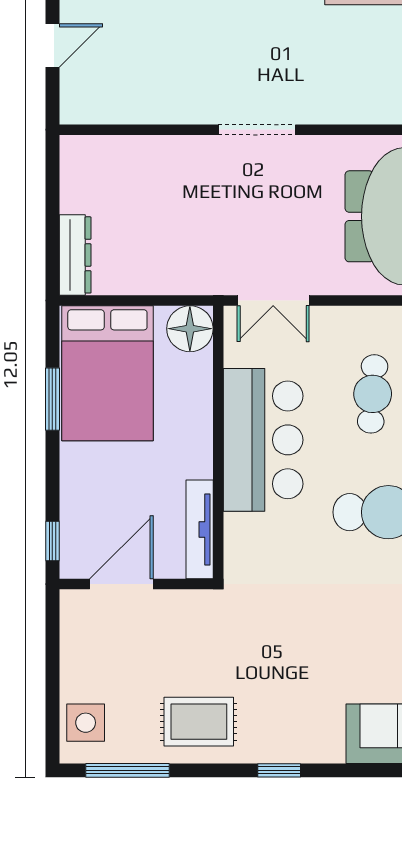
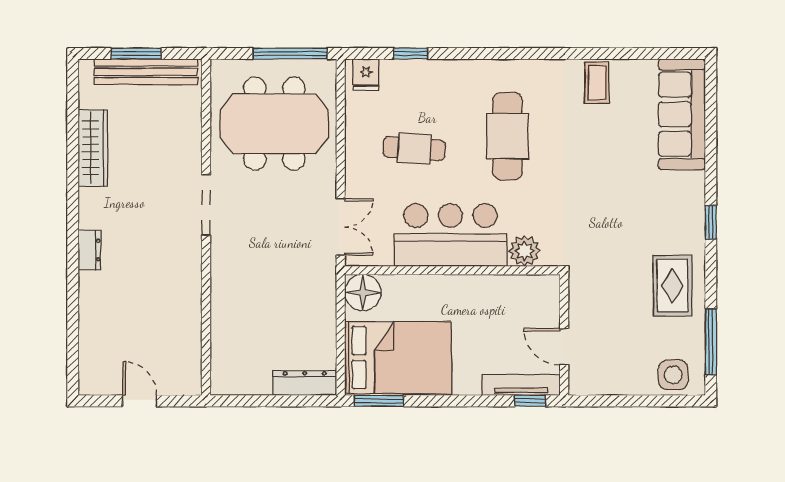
doorway: (257, 130) -> (206, 205), moved
window: (52, 399) -> (379, 401), moved
tv unit: (200, 529) -> (521, 385), moved, turned 180
plant: (243, 534) -> (524, 251), added
door: (121, 584) -> (564, 347), width x0.73

